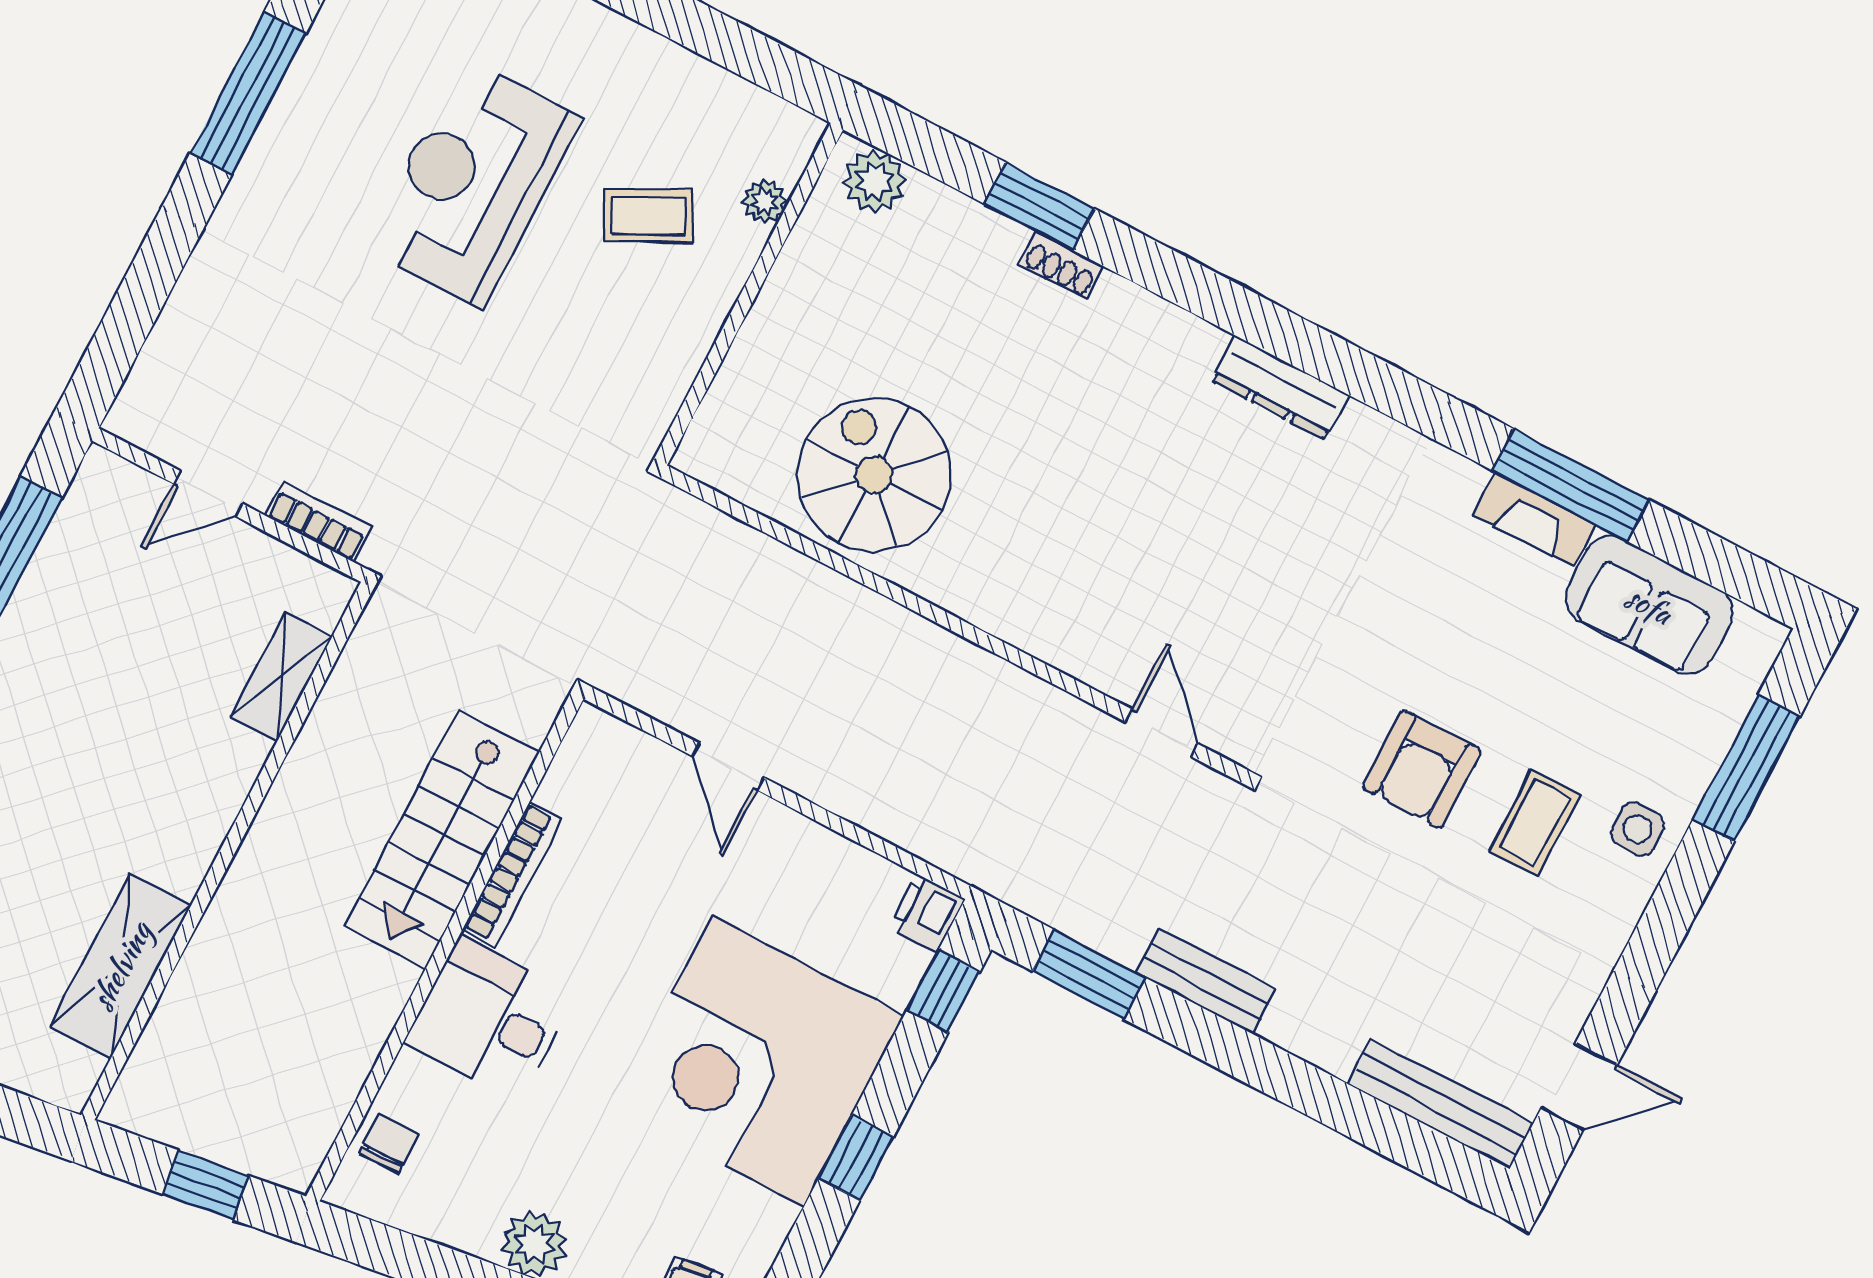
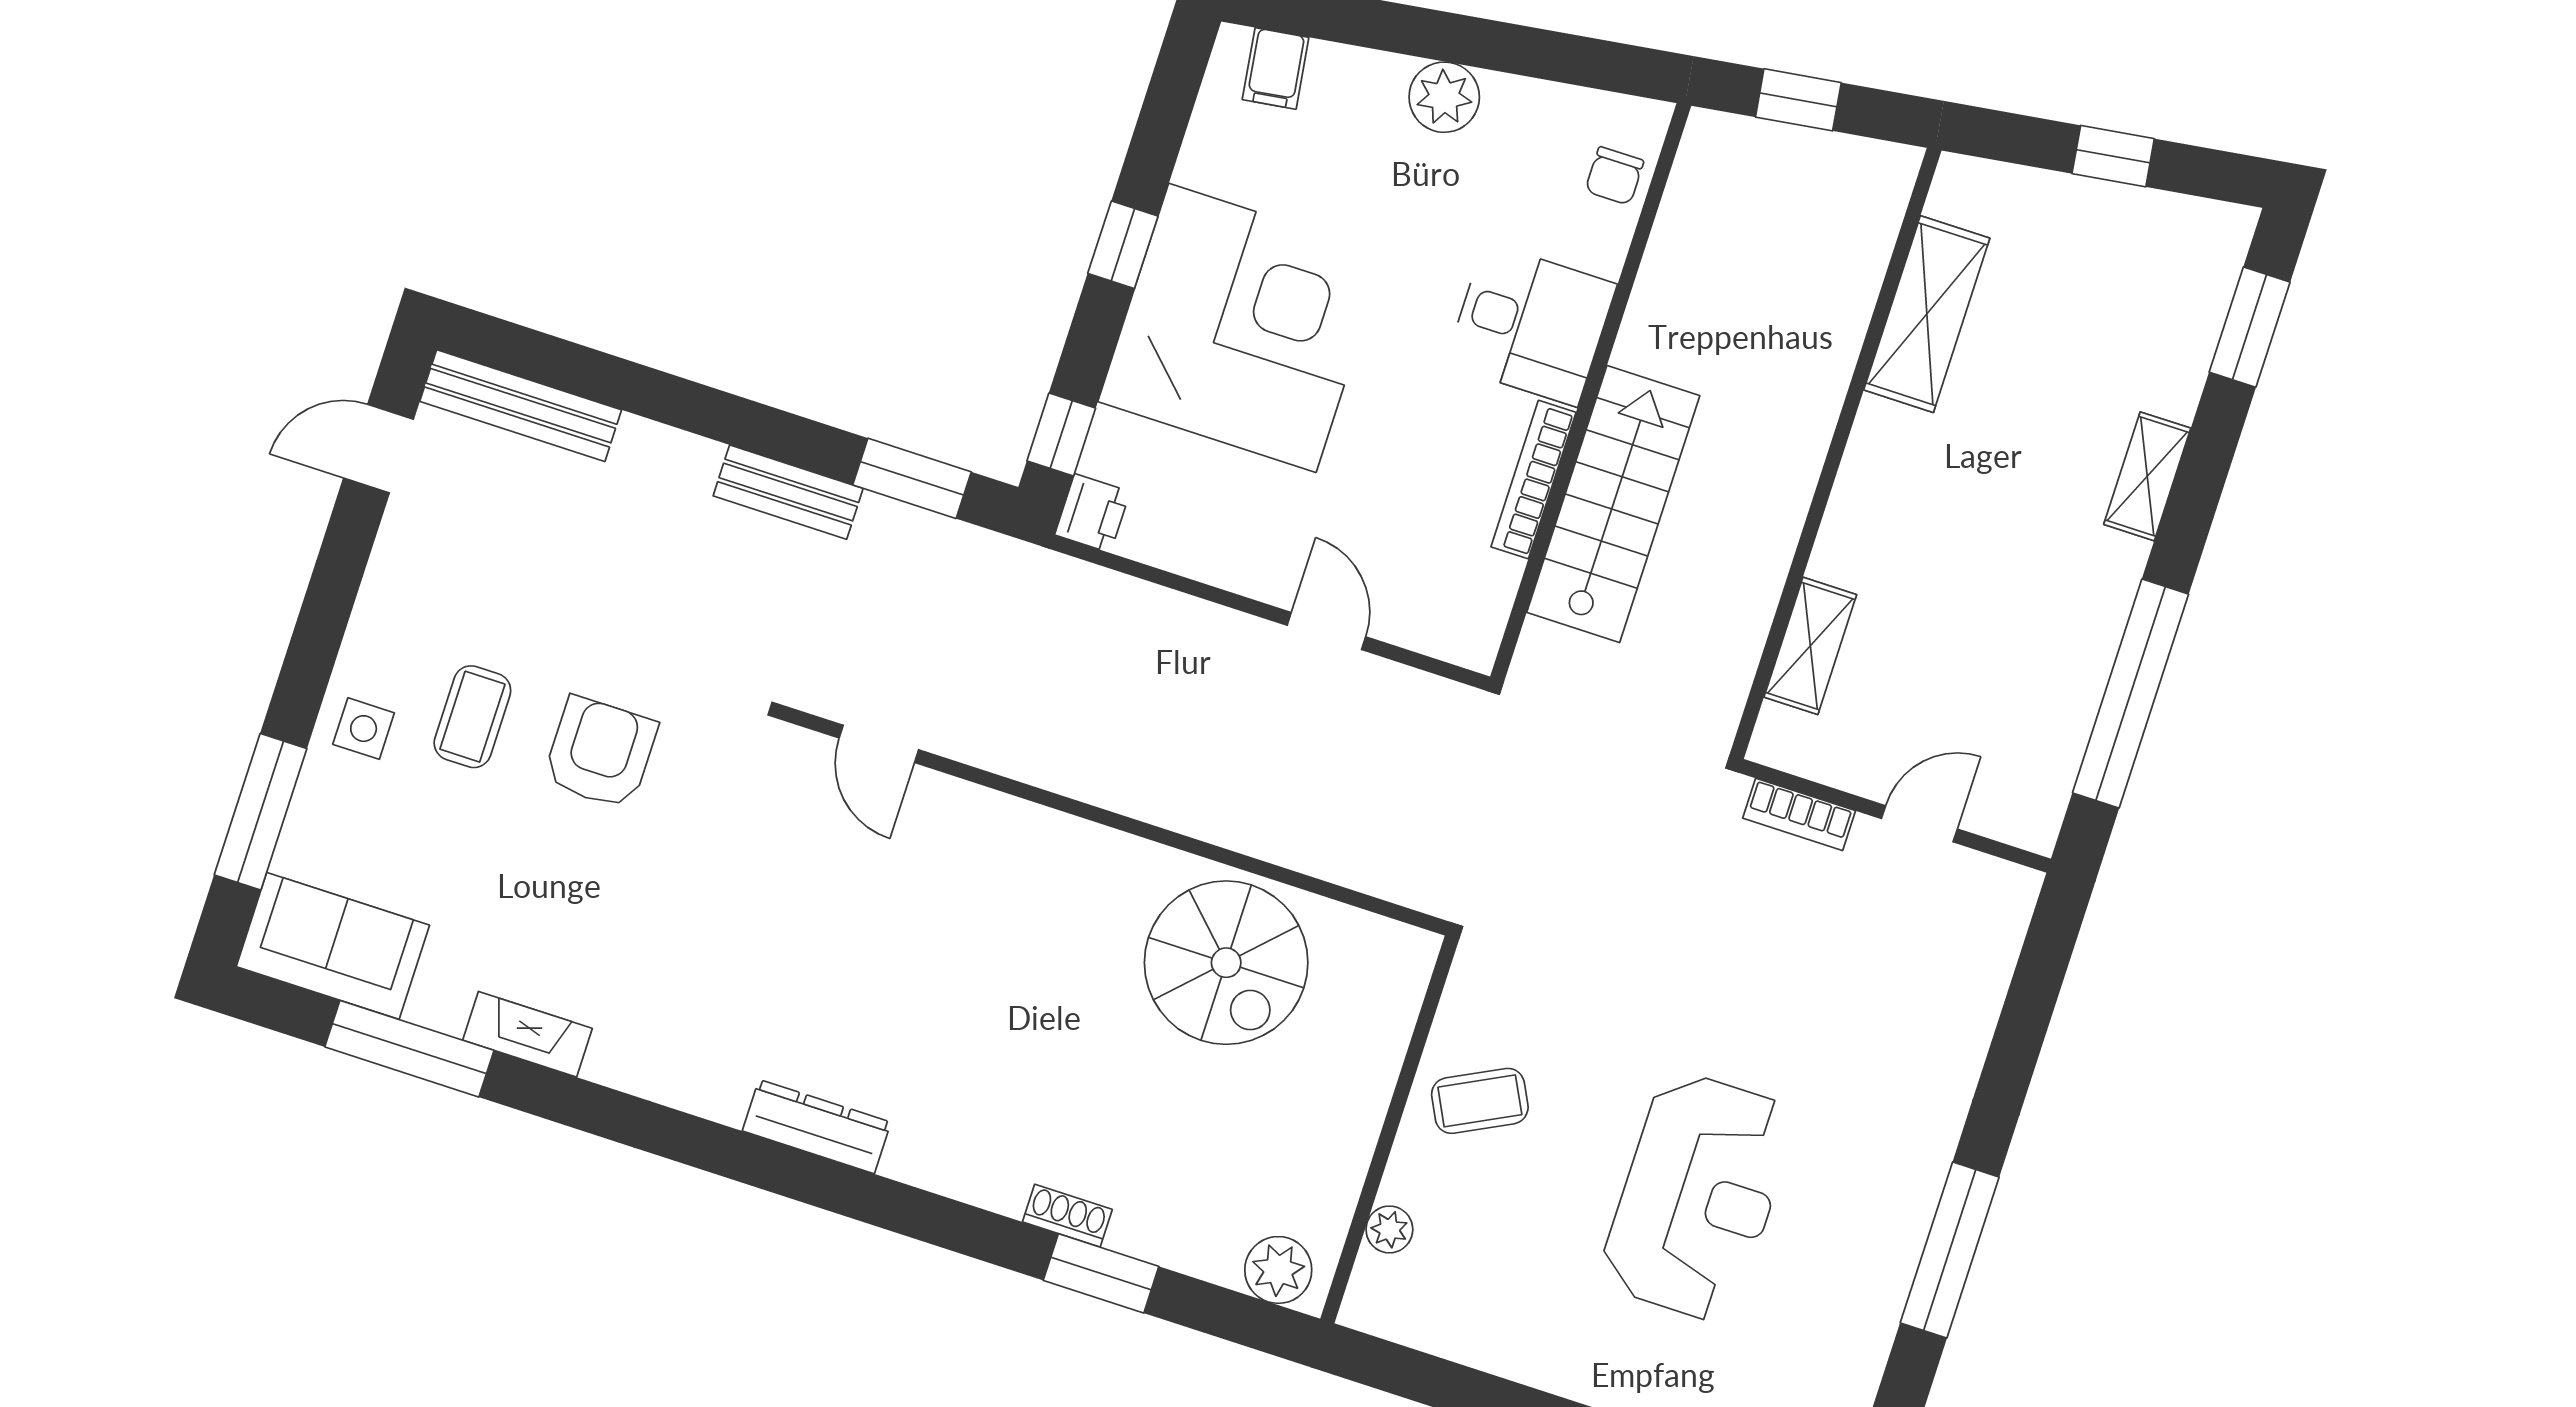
coffee table: (648, 216) -> (1480, 1101), moved
window: (1570, 485) -> (409, 1049), moved
sofa: (1649, 605) -> (333, 946), moved

